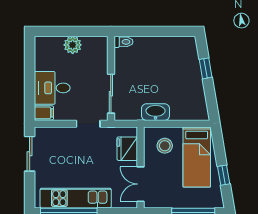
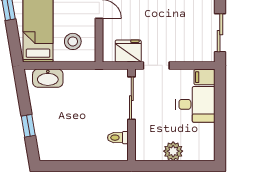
toilet: (123, 42) -> (118, 138), moved
washbasin: (156, 112) -> (48, 78), moved
fridge: (127, 149) -> (128, 51), moved, turned -90

